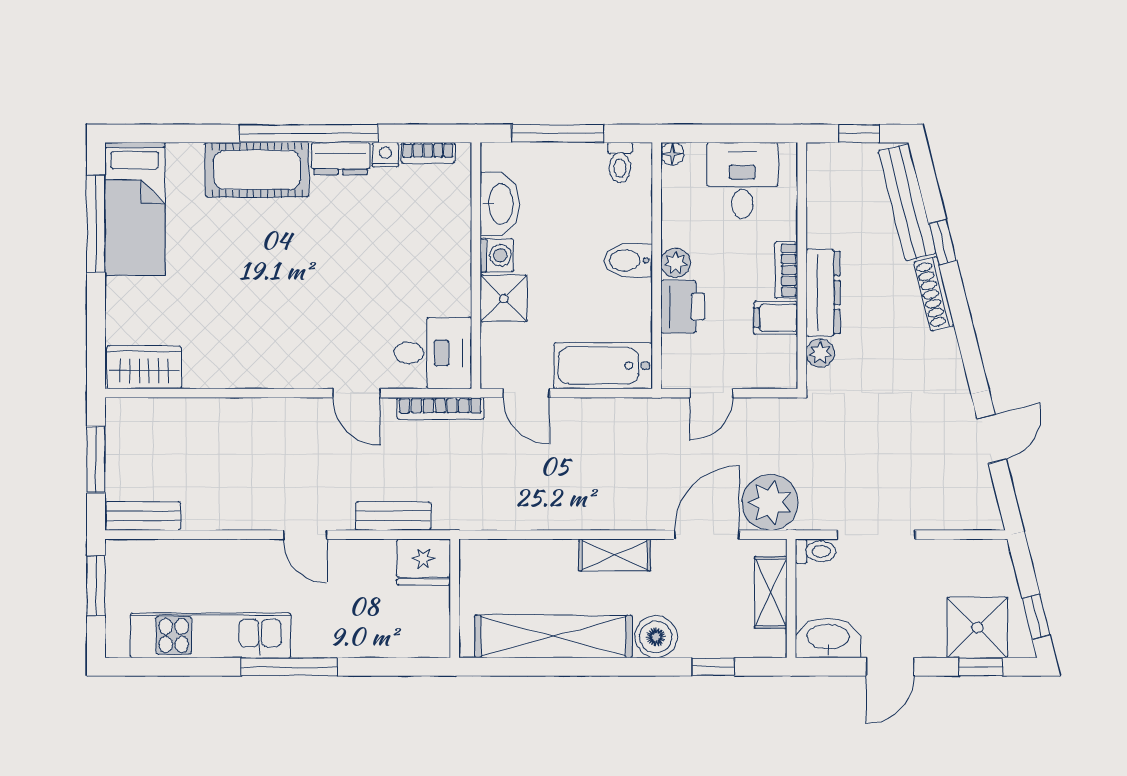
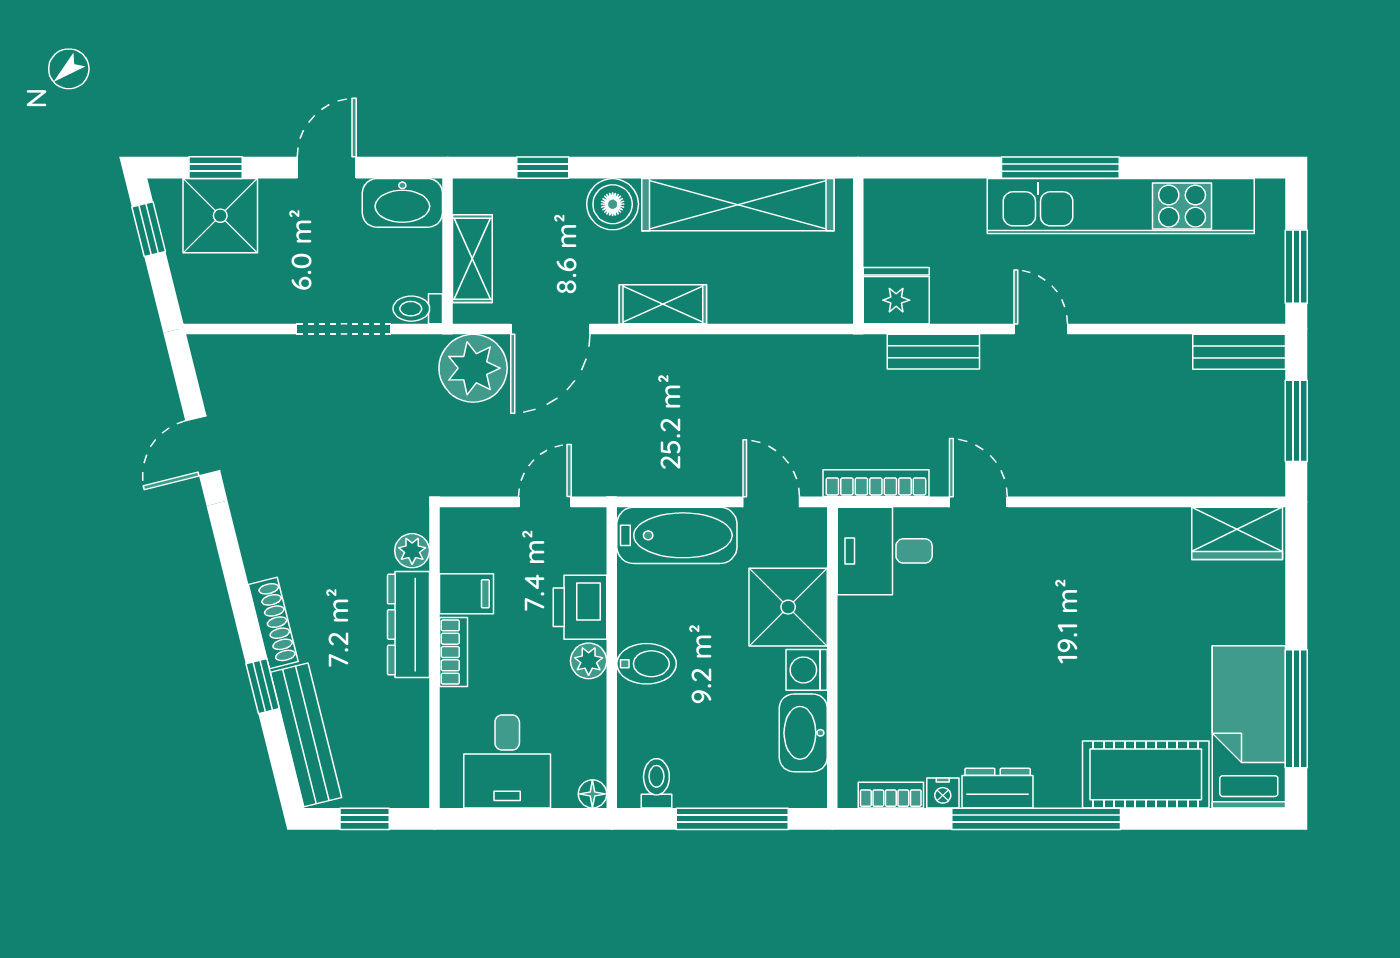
cot: (257, 170) -> (1146, 774), moved
shower: (504, 298) -> (788, 607), width x1.36, depth x1.36
kitchen unit: (211, 635) -> (1121, 206), width x1.36

